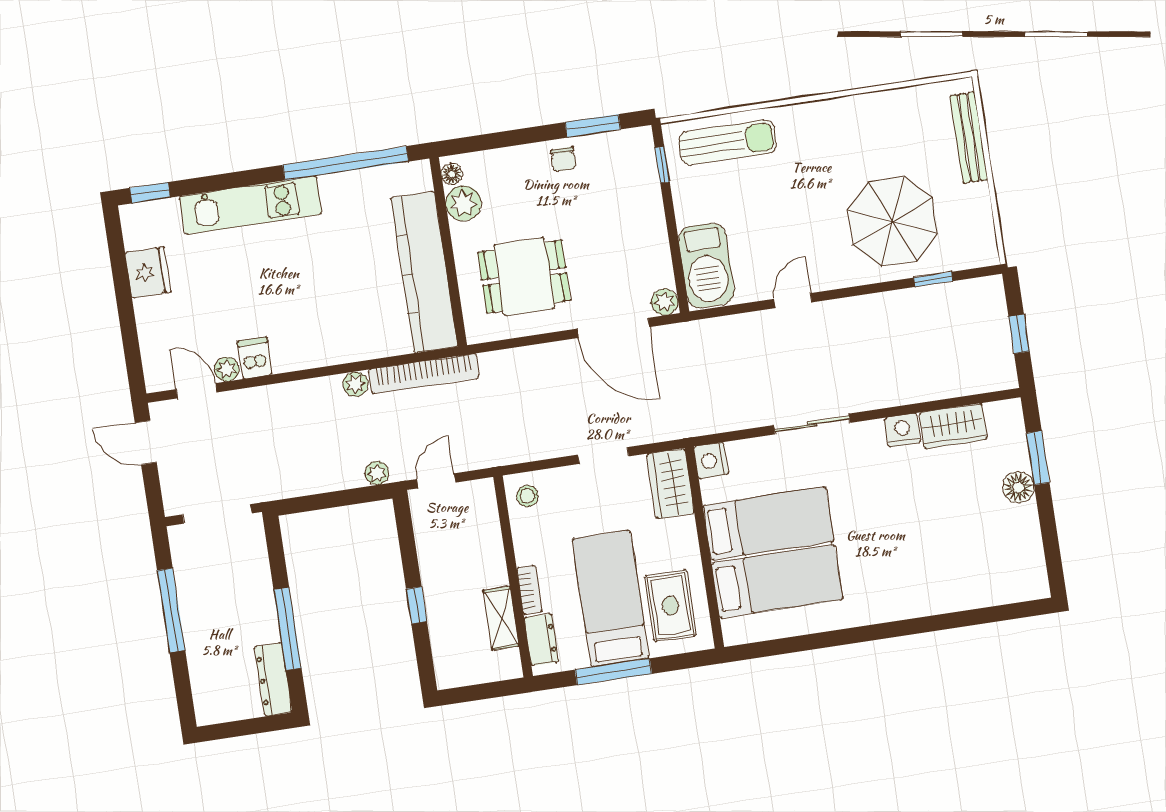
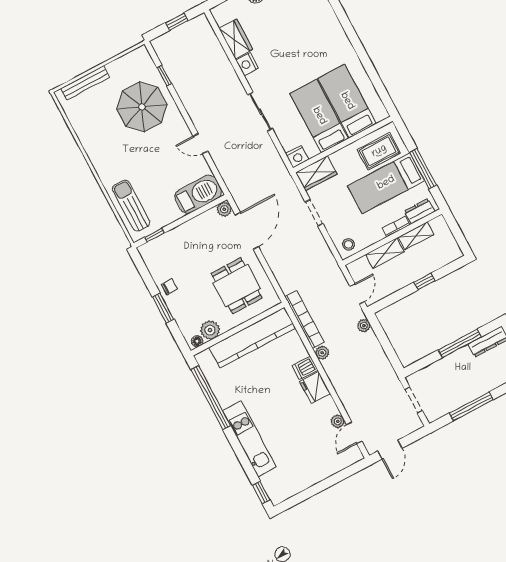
window: (593, 126) -> (163, 308), moved
fridge: (148, 272) -> (315, 388), moved, turned -90
dishwasher: (255, 358) -> (305, 368), moved
door: (436, 481) -> (357, 294), swing flipped
doorway: (217, 514) -> (414, 400), width x0.73
shelving: (490, 554) -> (385, 253), added

